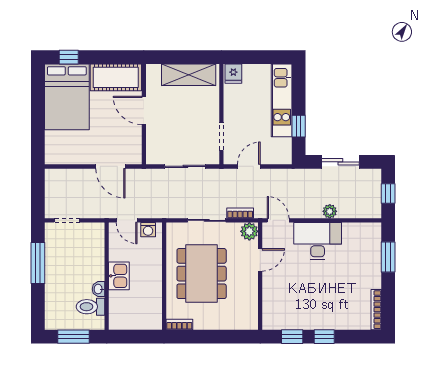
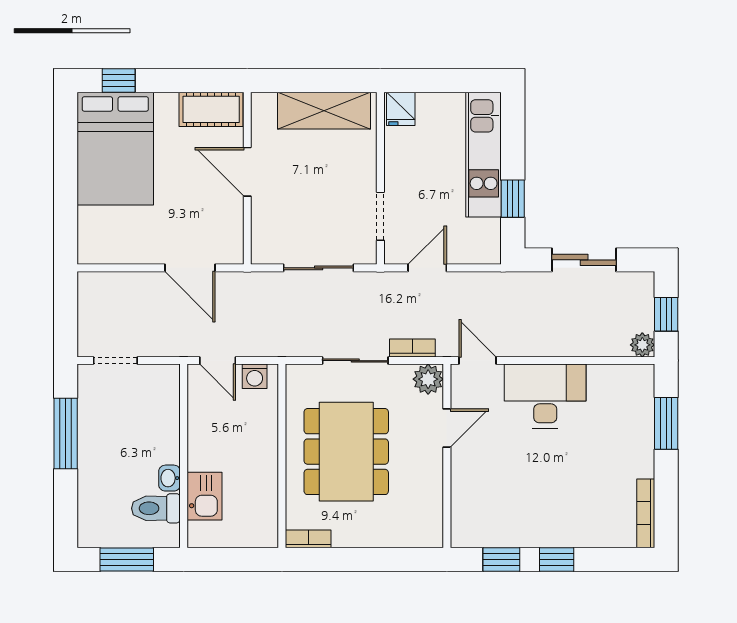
cot: (116, 77) -> (211, 109), width x0.73, depth x0.75
plant: (330, 211) -> (642, 345), moved
kitchen sink: (119, 276) -> (205, 496), moved

